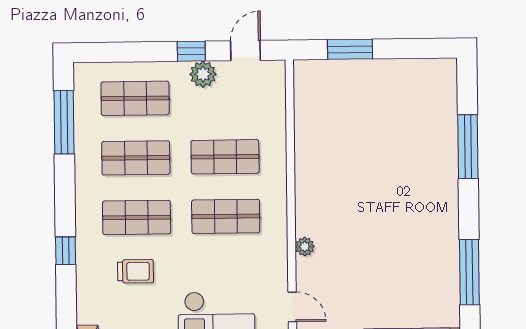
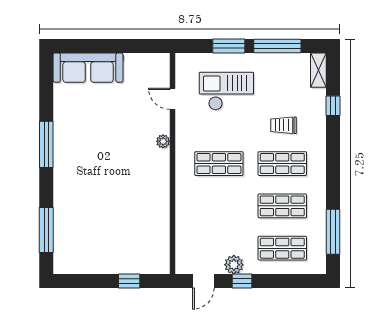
window: (350, 49) -> (129, 281), width x0.67
window: (468, 147) -> (46, 230), moved
shop shelf: (225, 157) -> (219, 206), removed
window: (66, 251) -> (333, 106), moved
window: (469, 272) -> (46, 144), moved

